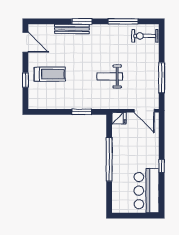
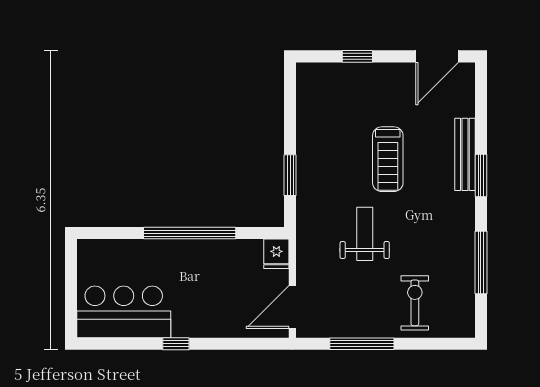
exercise bike: (145, 36) -> (415, 303), moved
treadmill: (50, 74) -> (388, 159), moved

